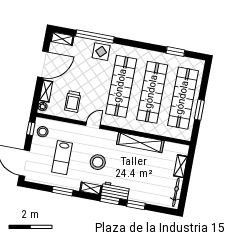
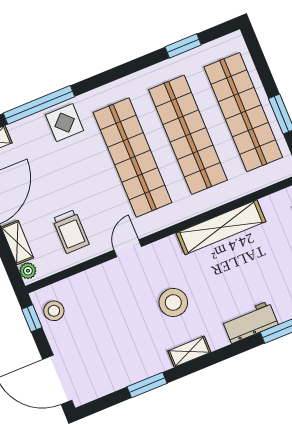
lab bench: (62, 158) -> (112, 332), removed
workbench: (115, 191) -> (250, 322), moved
window: (110, 200) -> (232, 350), removed

